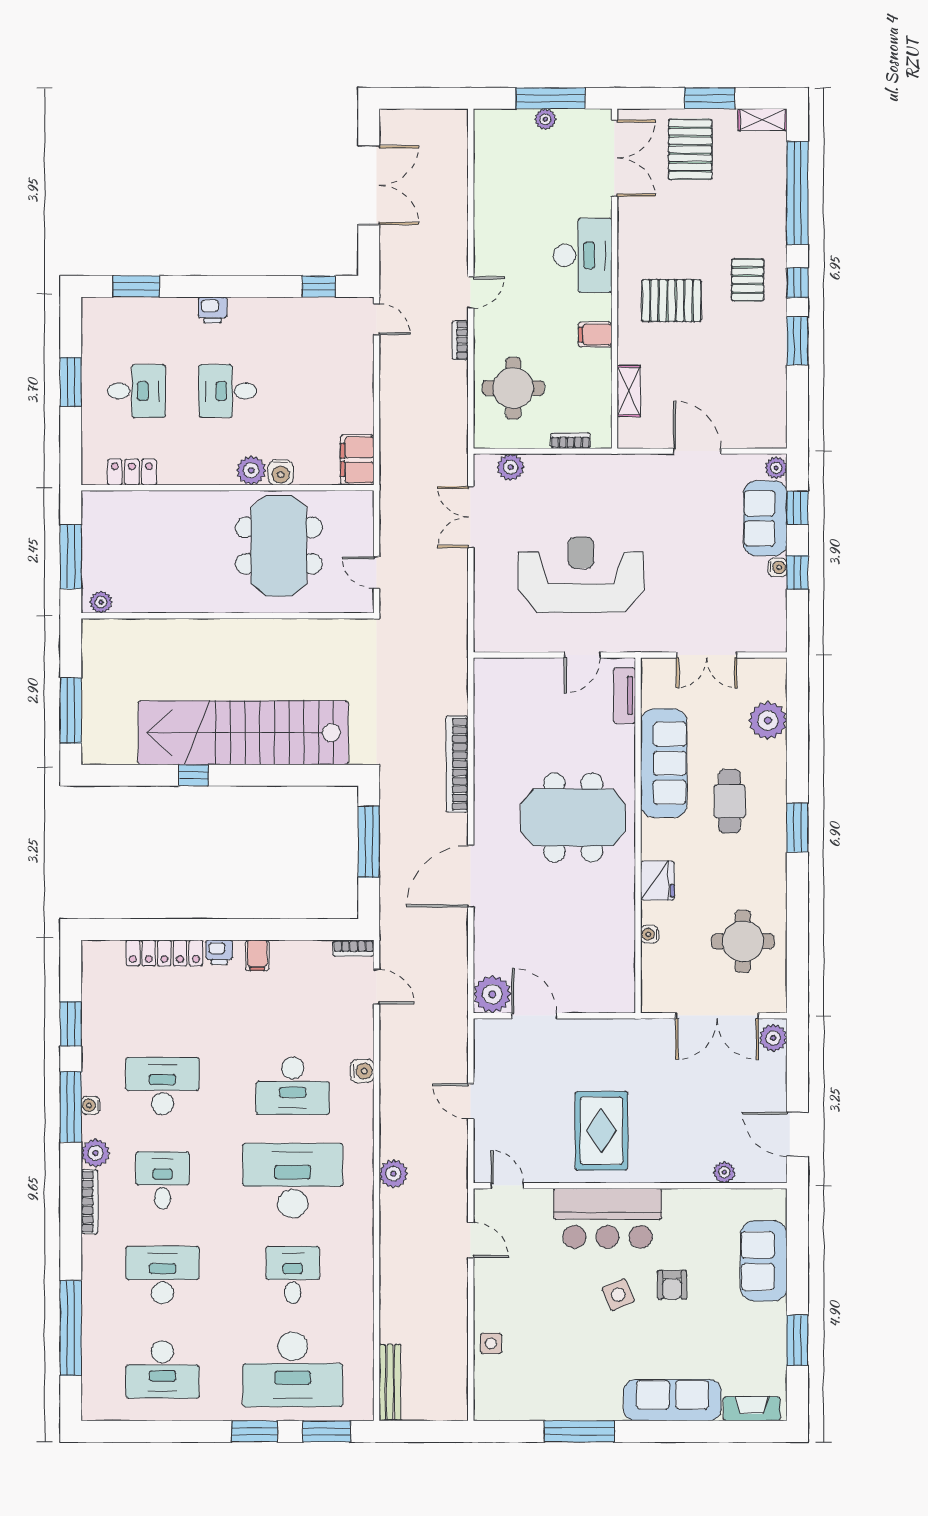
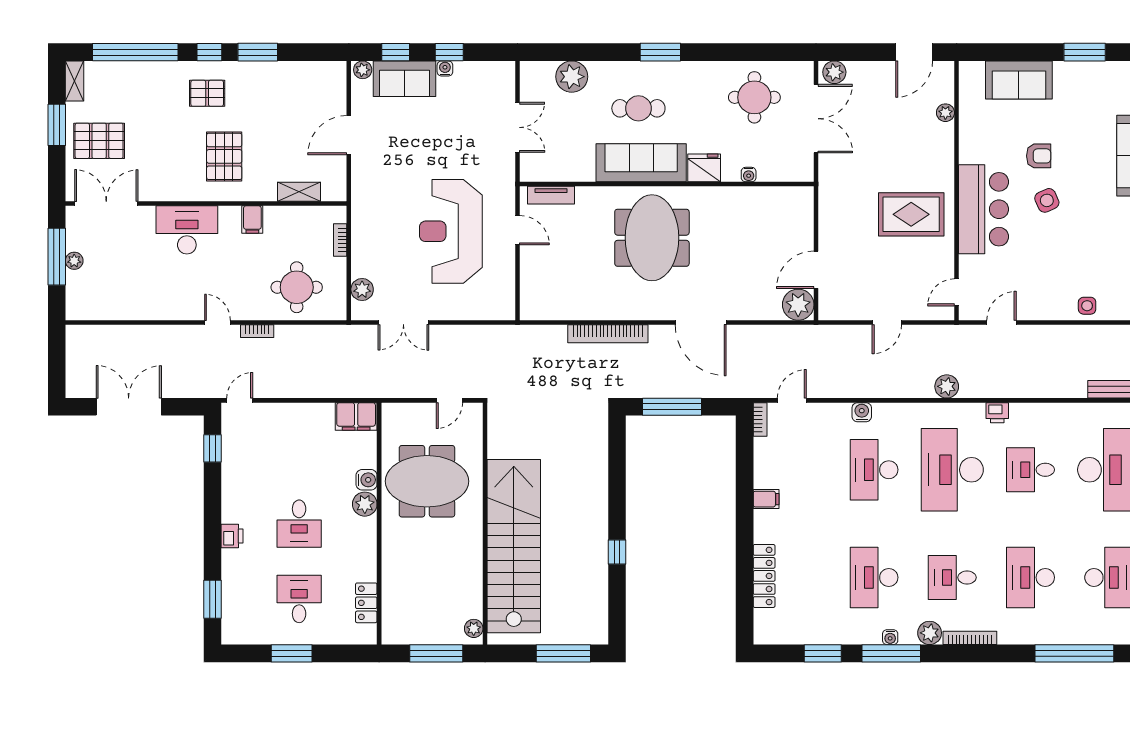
stairs: (243, 733) -> (514, 546), moved, turned 180
sofa: (664, 763) -> (641, 163), moved
printer: (219, 952) -> (997, 413), moved, turned 90
desk: (293, 1086) -> (874, 470), turned 180

